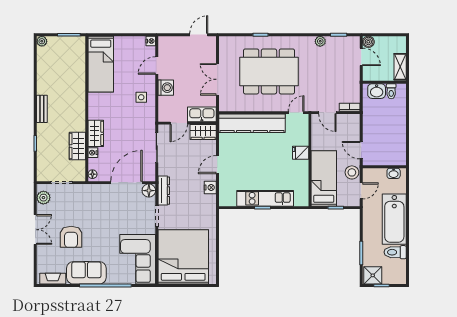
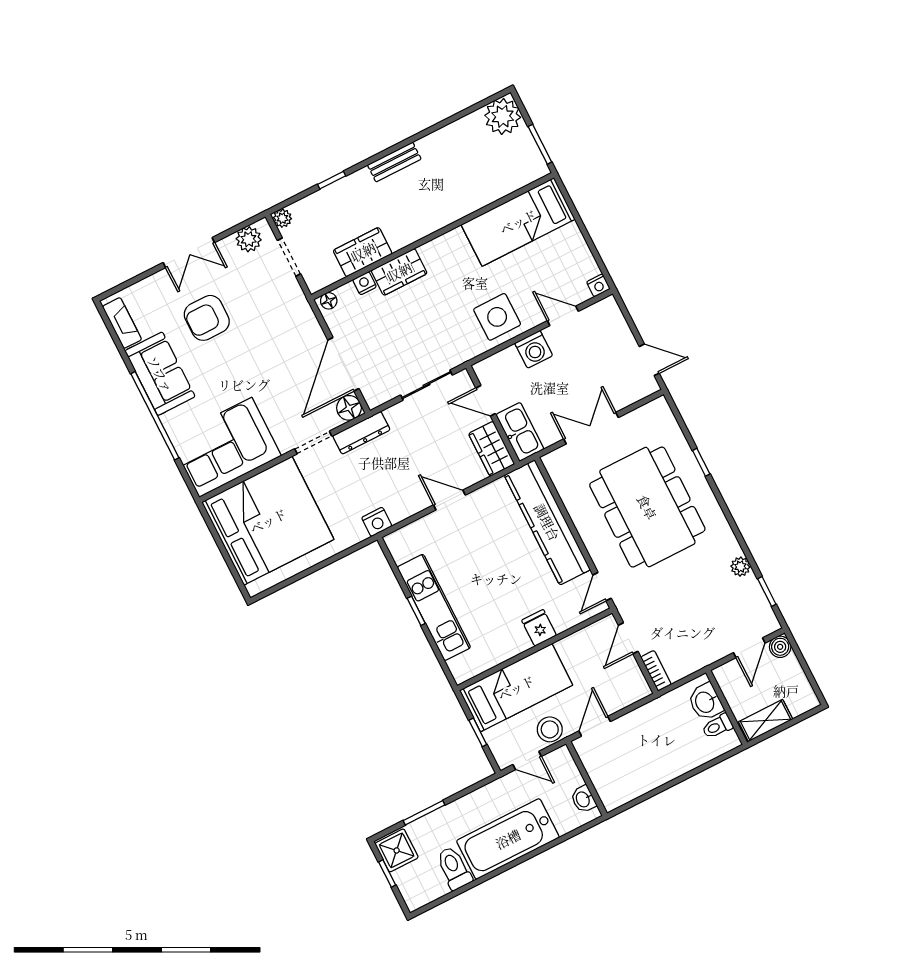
plant: (42, 41) -> (503, 116), width x1.88, depth x1.88
side table: (141, 97) -> (497, 317), width x1.87, depth x1.87
door: (296, 113) -> (602, 587), swing flipped
plant: (42, 176) -> (282, 218), added
door: (127, 183) -> (343, 364), swing flipped
nightstand: (210, 187) -> (377, 522), moved

